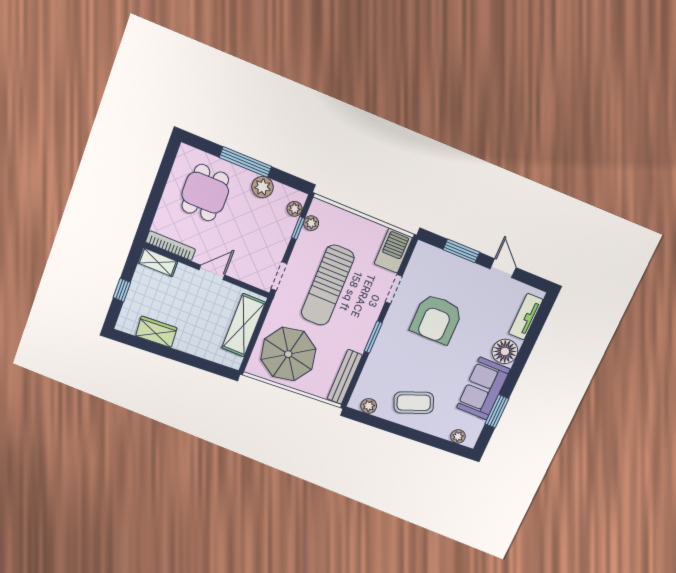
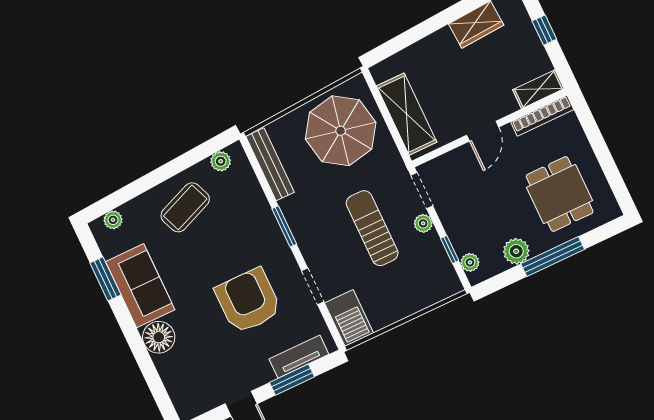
plant: (311, 223) -> (423, 223), moved
sun lounger: (328, 285) -> (372, 228), width x0.73, depth x0.75
tv unit: (526, 317) -> (299, 357), moved, turned -90

